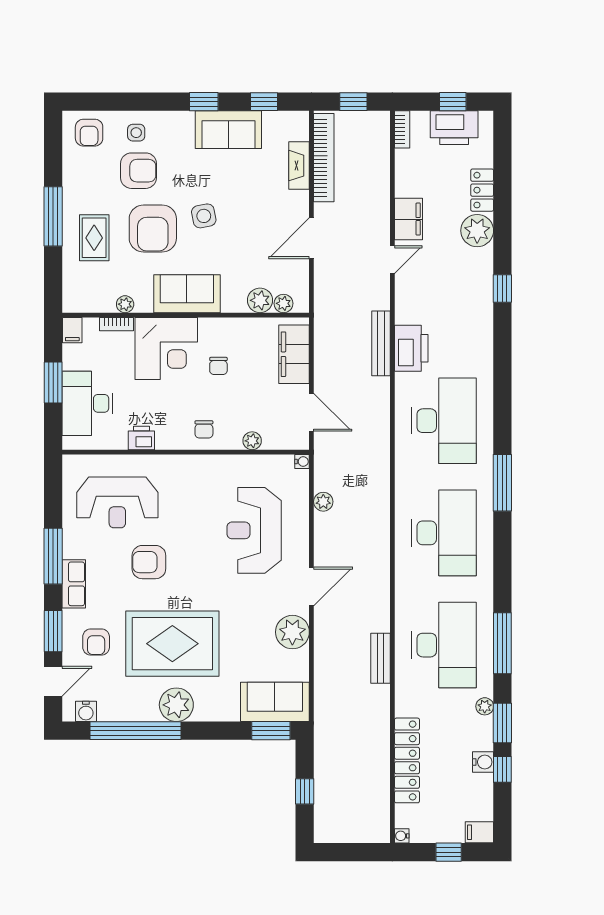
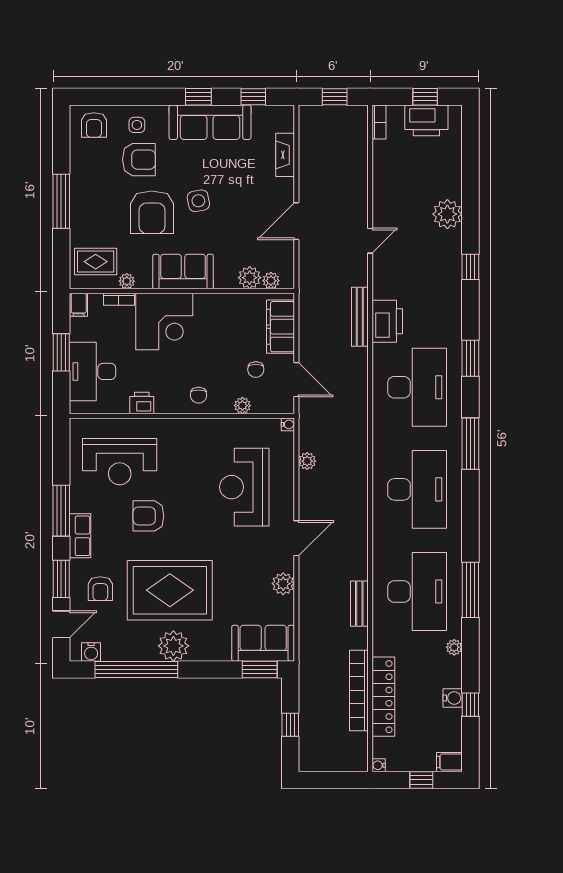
sofa: (228, 130) -> (210, 122), width x1.36
bookcase: (324, 158) -> (359, 690), moved, turned 180
locker: (482, 190) -> (452, 177), removed
filing cabinet: (408, 219) -> (385, 204), removed
rug: (94, 238) -> (96, 262), moved, turned 90
chair: (218, 366) -> (256, 370), moved
plant: (292, 632) -> (283, 584), width x0.73, depth x0.73
window: (502, 723) -> (470, 358), moved

